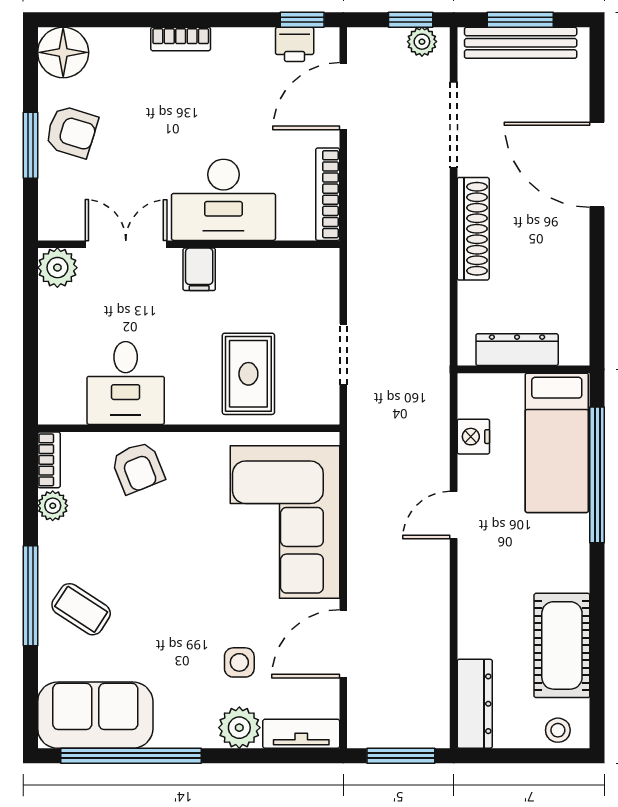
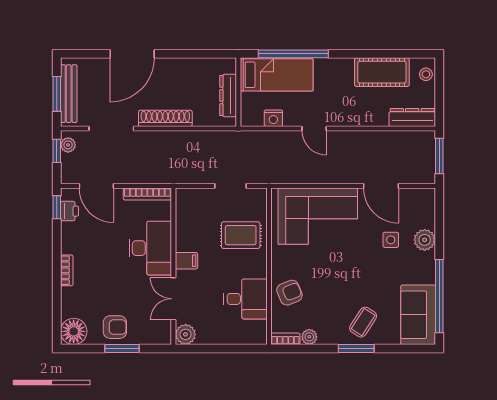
armchair: (72, 132) -> (115, 327), turned 73
window: (30, 596) -> (356, 348), width x0.69
tv unit: (301, 734) -> (428, 208), removed

